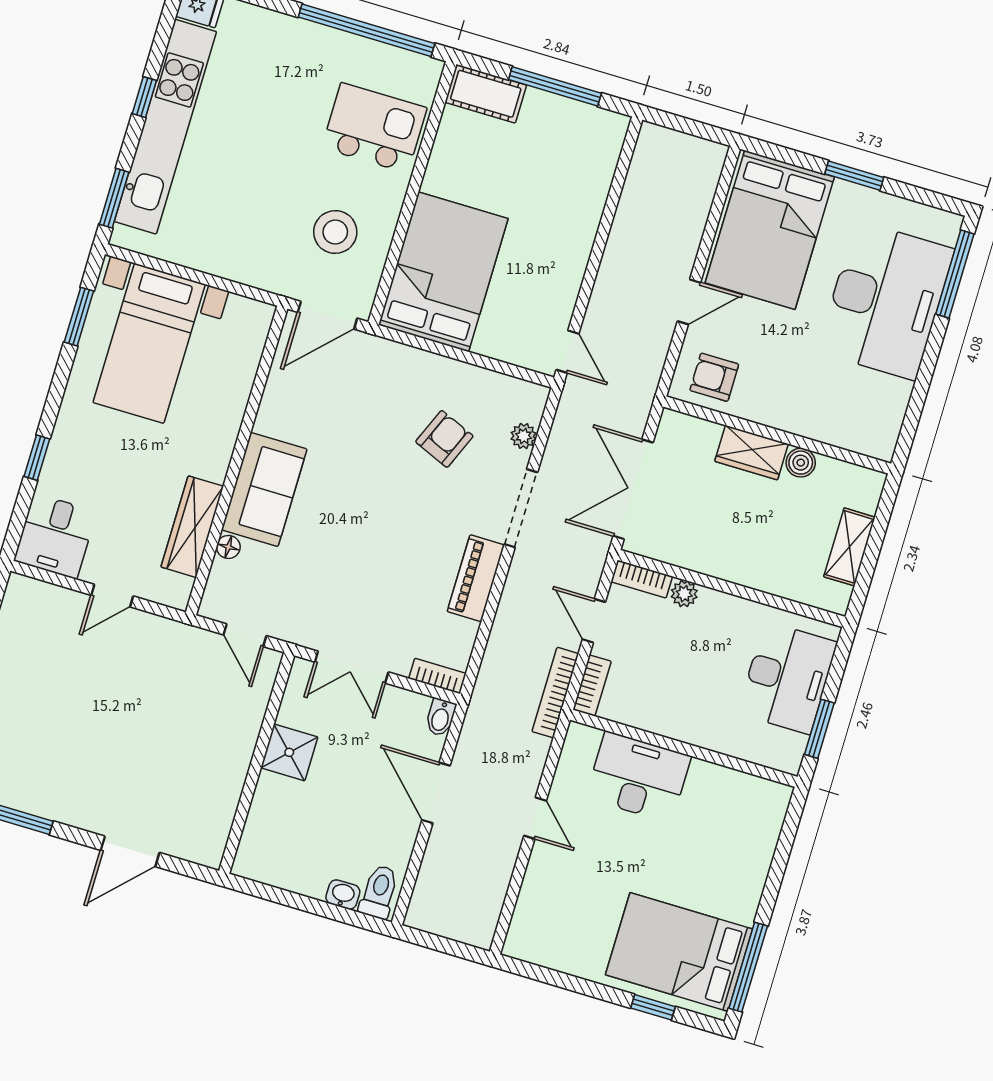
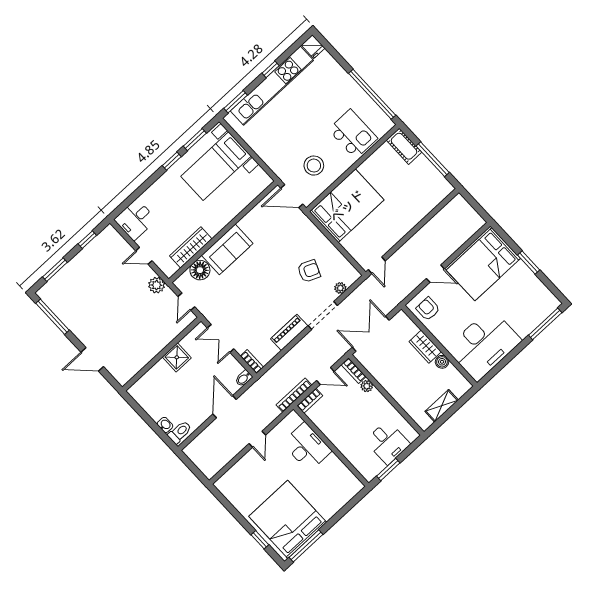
desk: (886, 300) -> (484, 345), moved
window: (37, 458) -> (172, 161), moved
floor lamp: (228, 547) -> (200, 270), width x1.89, depth x1.89
door: (594, 621) -> (325, 376), swing flipped
plant: (170, 637) -> (157, 285), added
desk: (787, 678) -> (388, 442), width x0.73
bed: (679, 952) -> (288, 519), width x1.36

